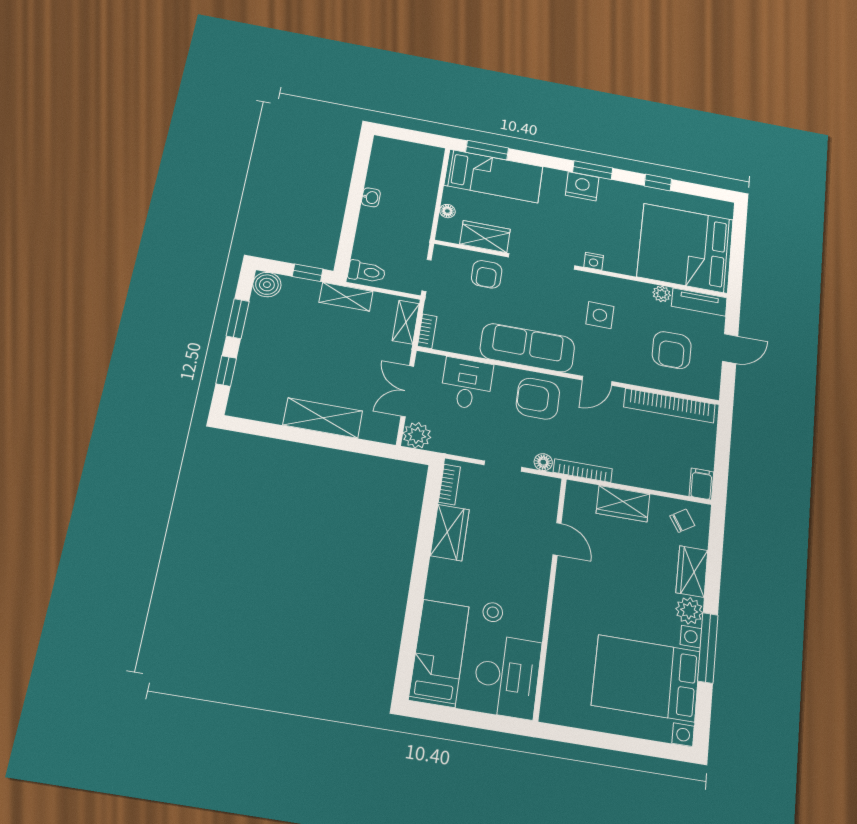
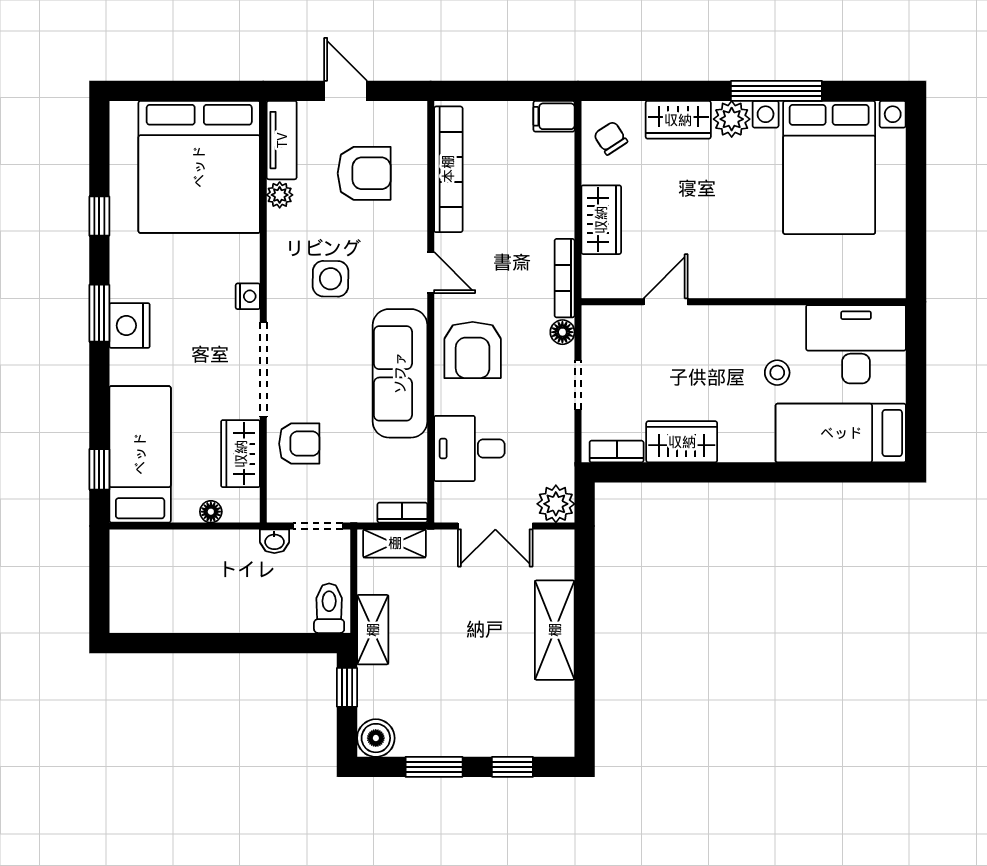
window: (487, 150) -> (99, 469), width x0.67
washbasin: (371, 197) -> (274, 541), moved, turned 180

